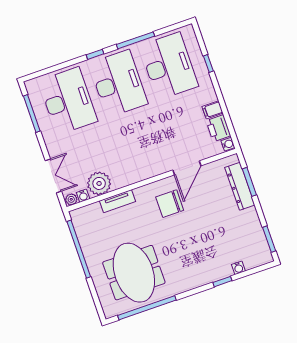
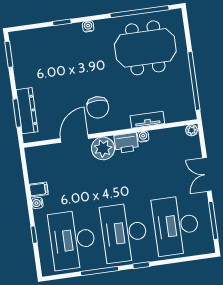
printer: (218, 128) -> (126, 143), moved, turned 90
water cooler: (228, 144) -> (37, 203), moved
double door: (53, 176) -> (207, 175), moved
plant: (99, 183) -> (103, 148), moved
water cooler: (83, 196) -> (143, 137), moved
chair: (170, 204) -> (98, 107), turned 90
water cooler: (238, 268) -> (88, 26), moved
meeting table: (134, 273) -> (145, 48), turned 90

